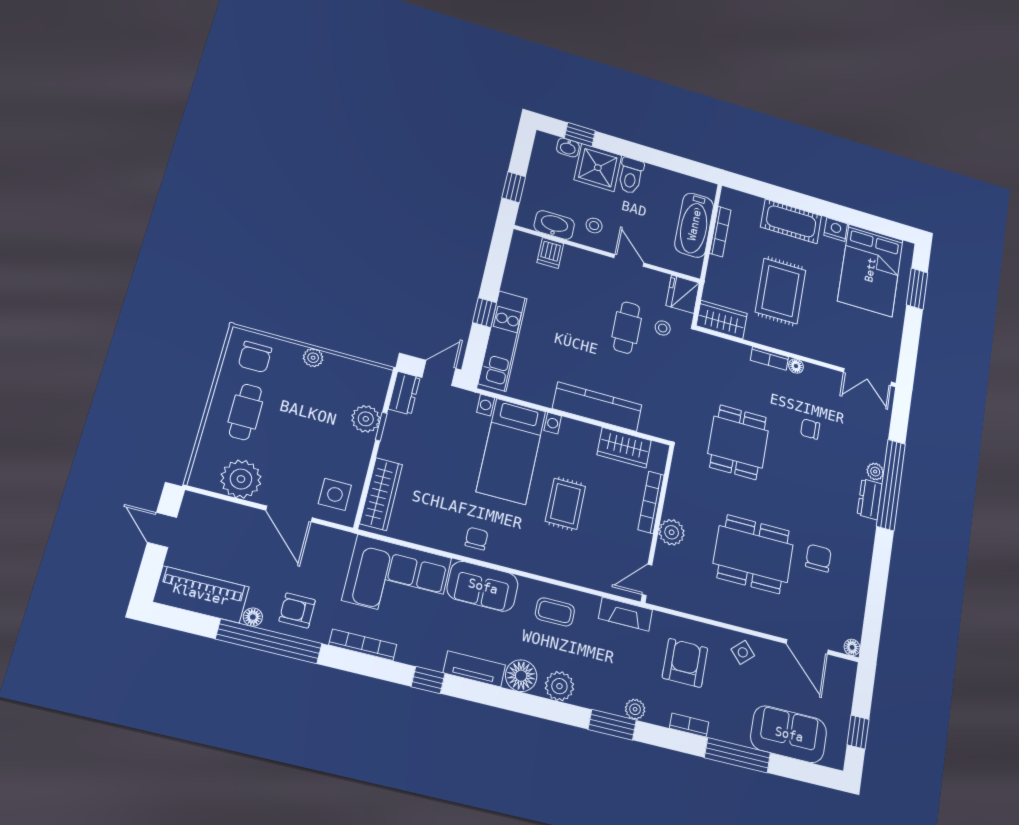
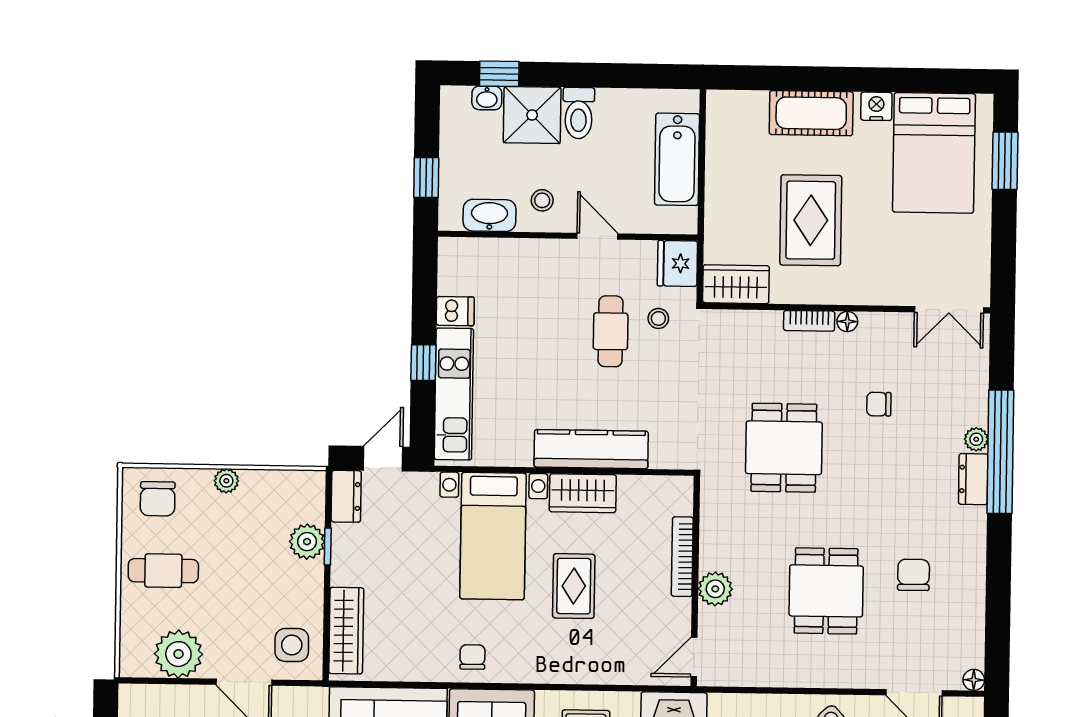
bookcase: (720, 232) -> (714, 158), removed
dishwasher: (550, 253) -> (455, 311), moved, turned -90
cafe table: (245, 412) -> (163, 571), turned 90
wardrobe: (624, 448) -> (583, 493), moved
dining table: (753, 554) -> (826, 591), width x0.73

